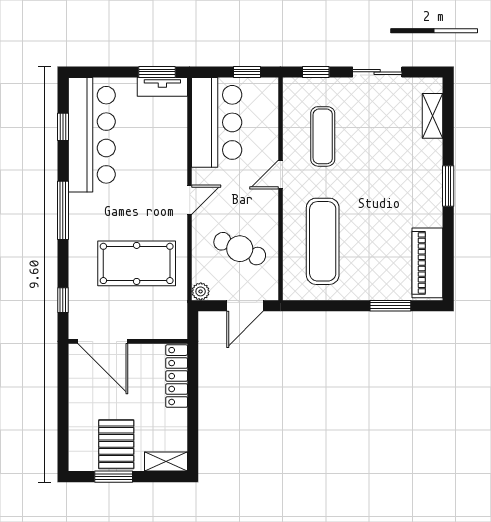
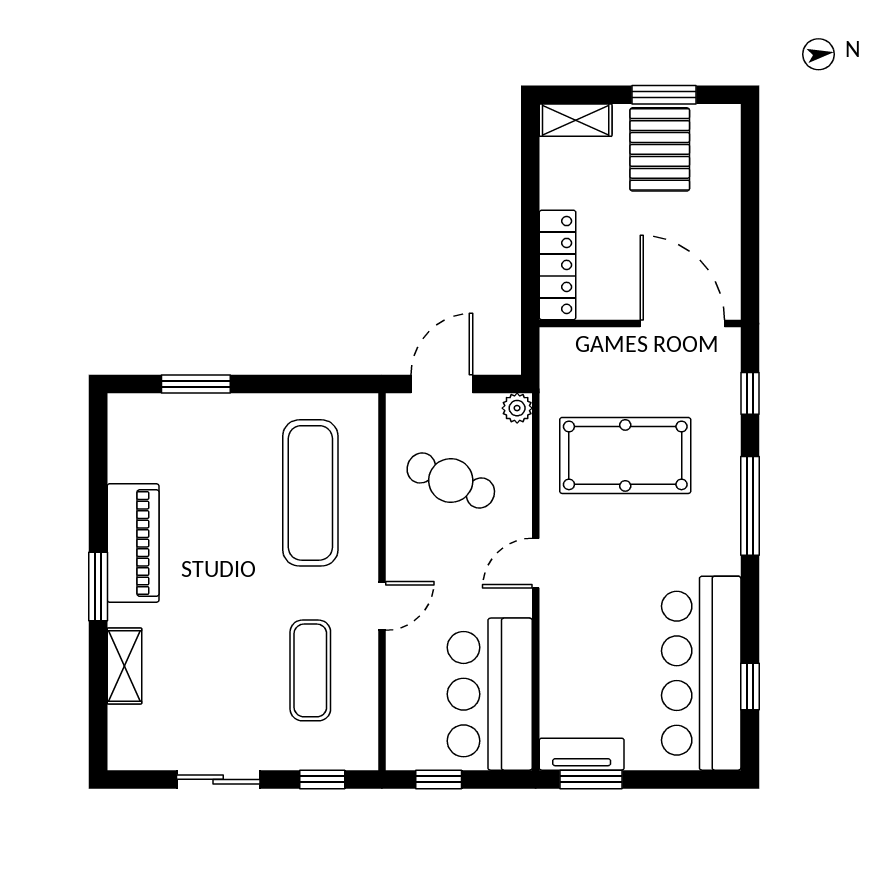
shelving: (433, 116) -> (124, 666), moved
window: (63, 210) -> (750, 506), moved
piano: (427, 263) -> (133, 543), moved

